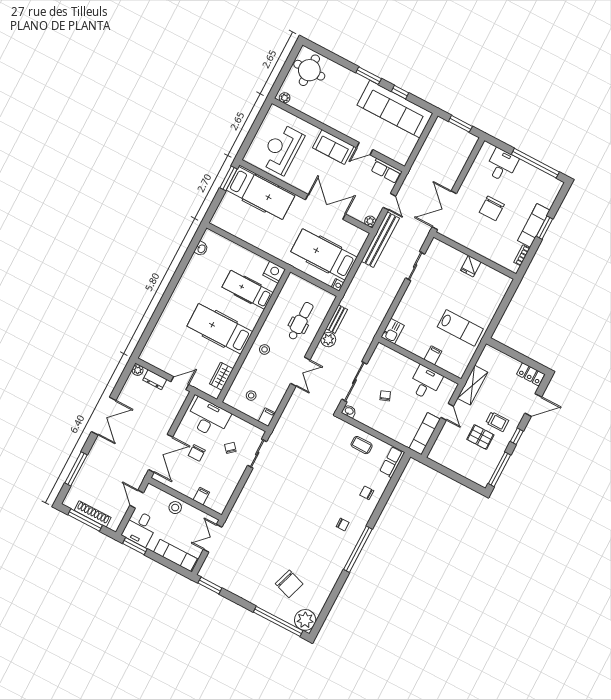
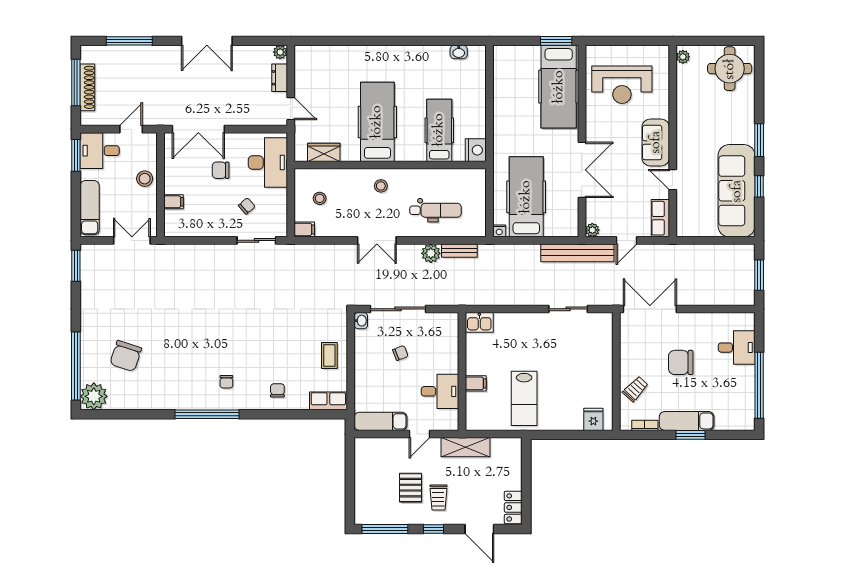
reception desk: (282, 149) -> (622, 85), turned 180
trolley: (494, 249) -> (635, 389), added
fridge: (471, 266) -> (593, 419), moved, turned 90

